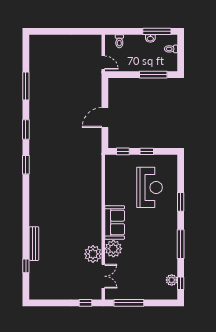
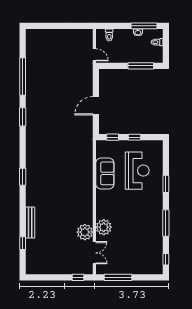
window: (26, 86) -> (23, 76), width x1.46
window: (26, 165) -> (23, 177), moved
sofa: (115, 222) -> (105, 173), moved
plant: (172, 280) -> (158, 256), removed

